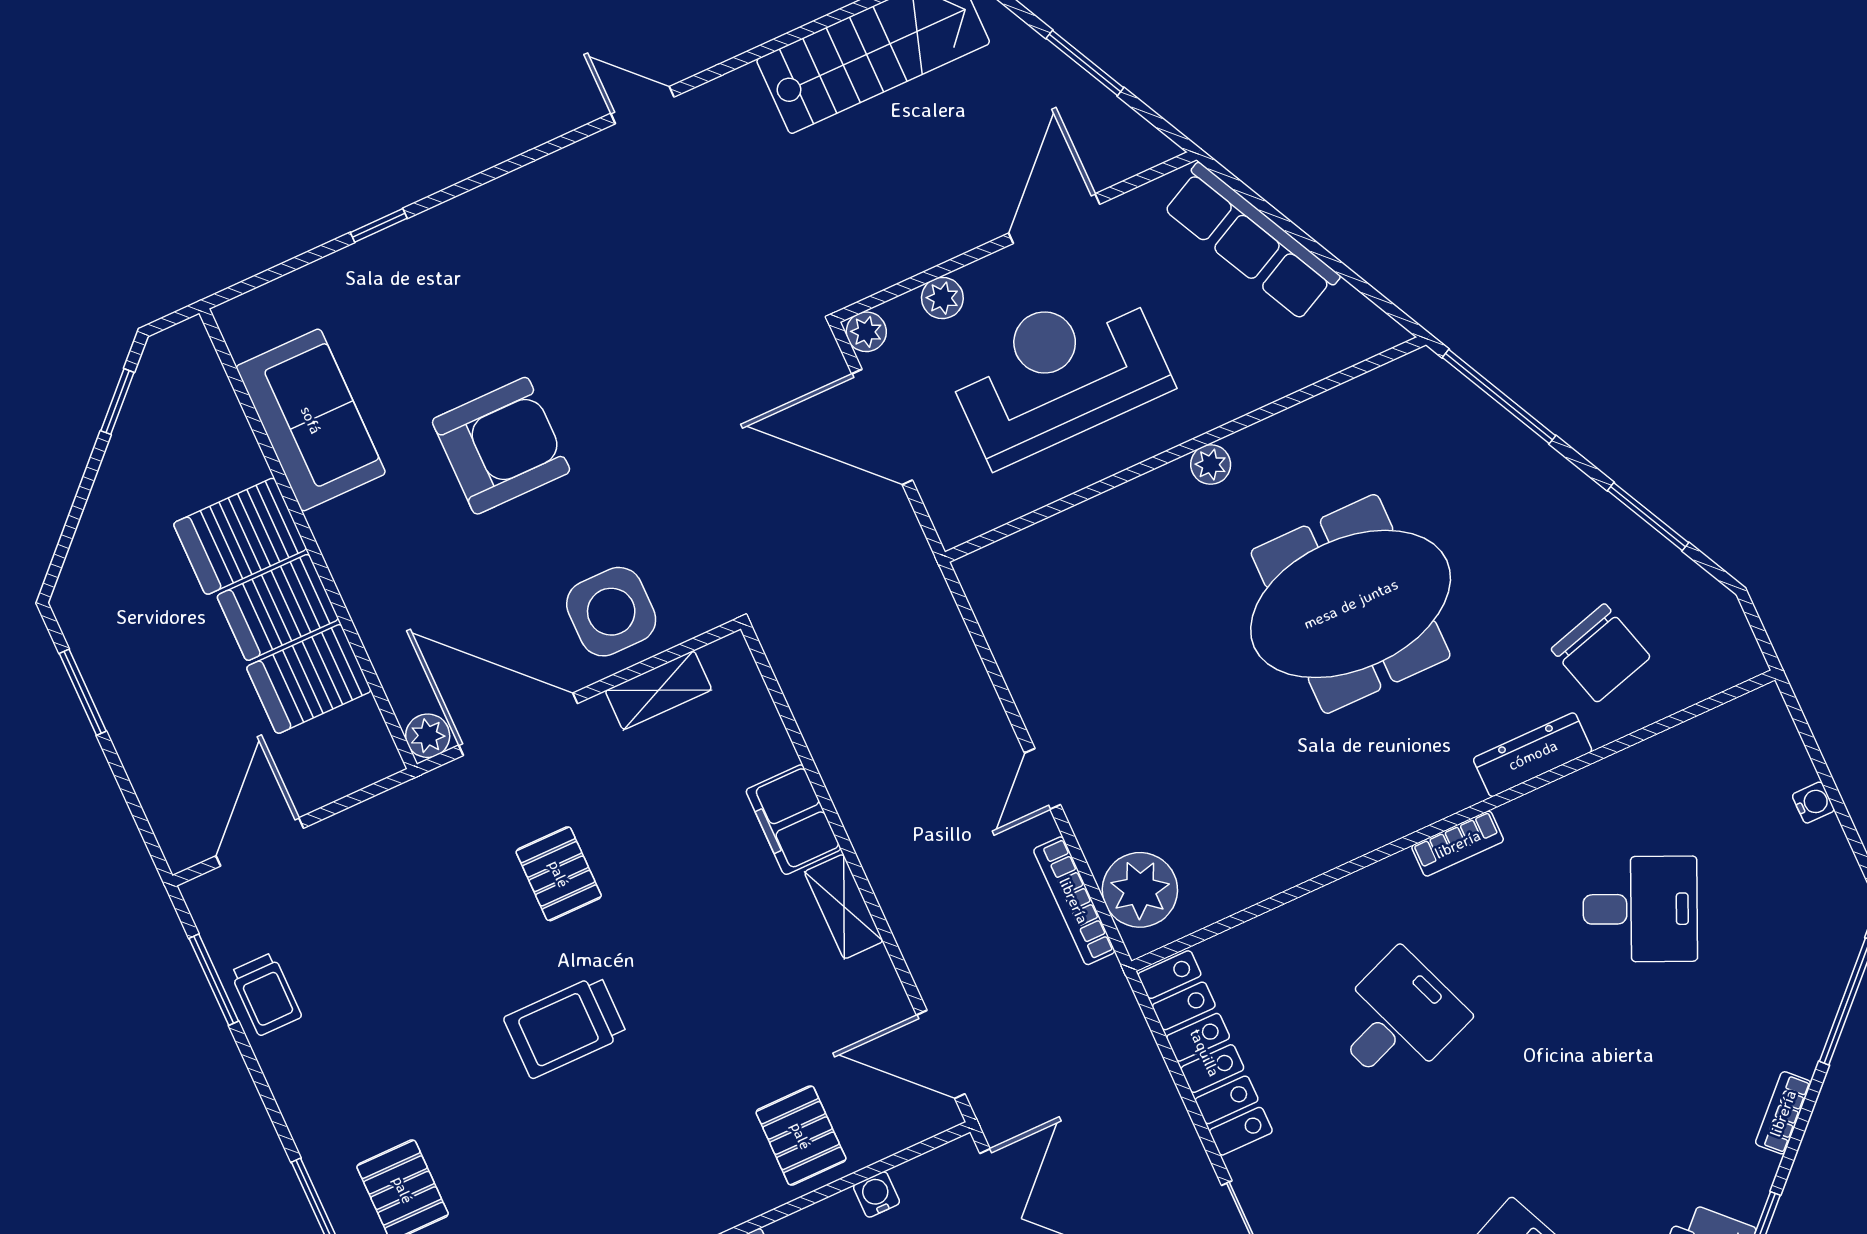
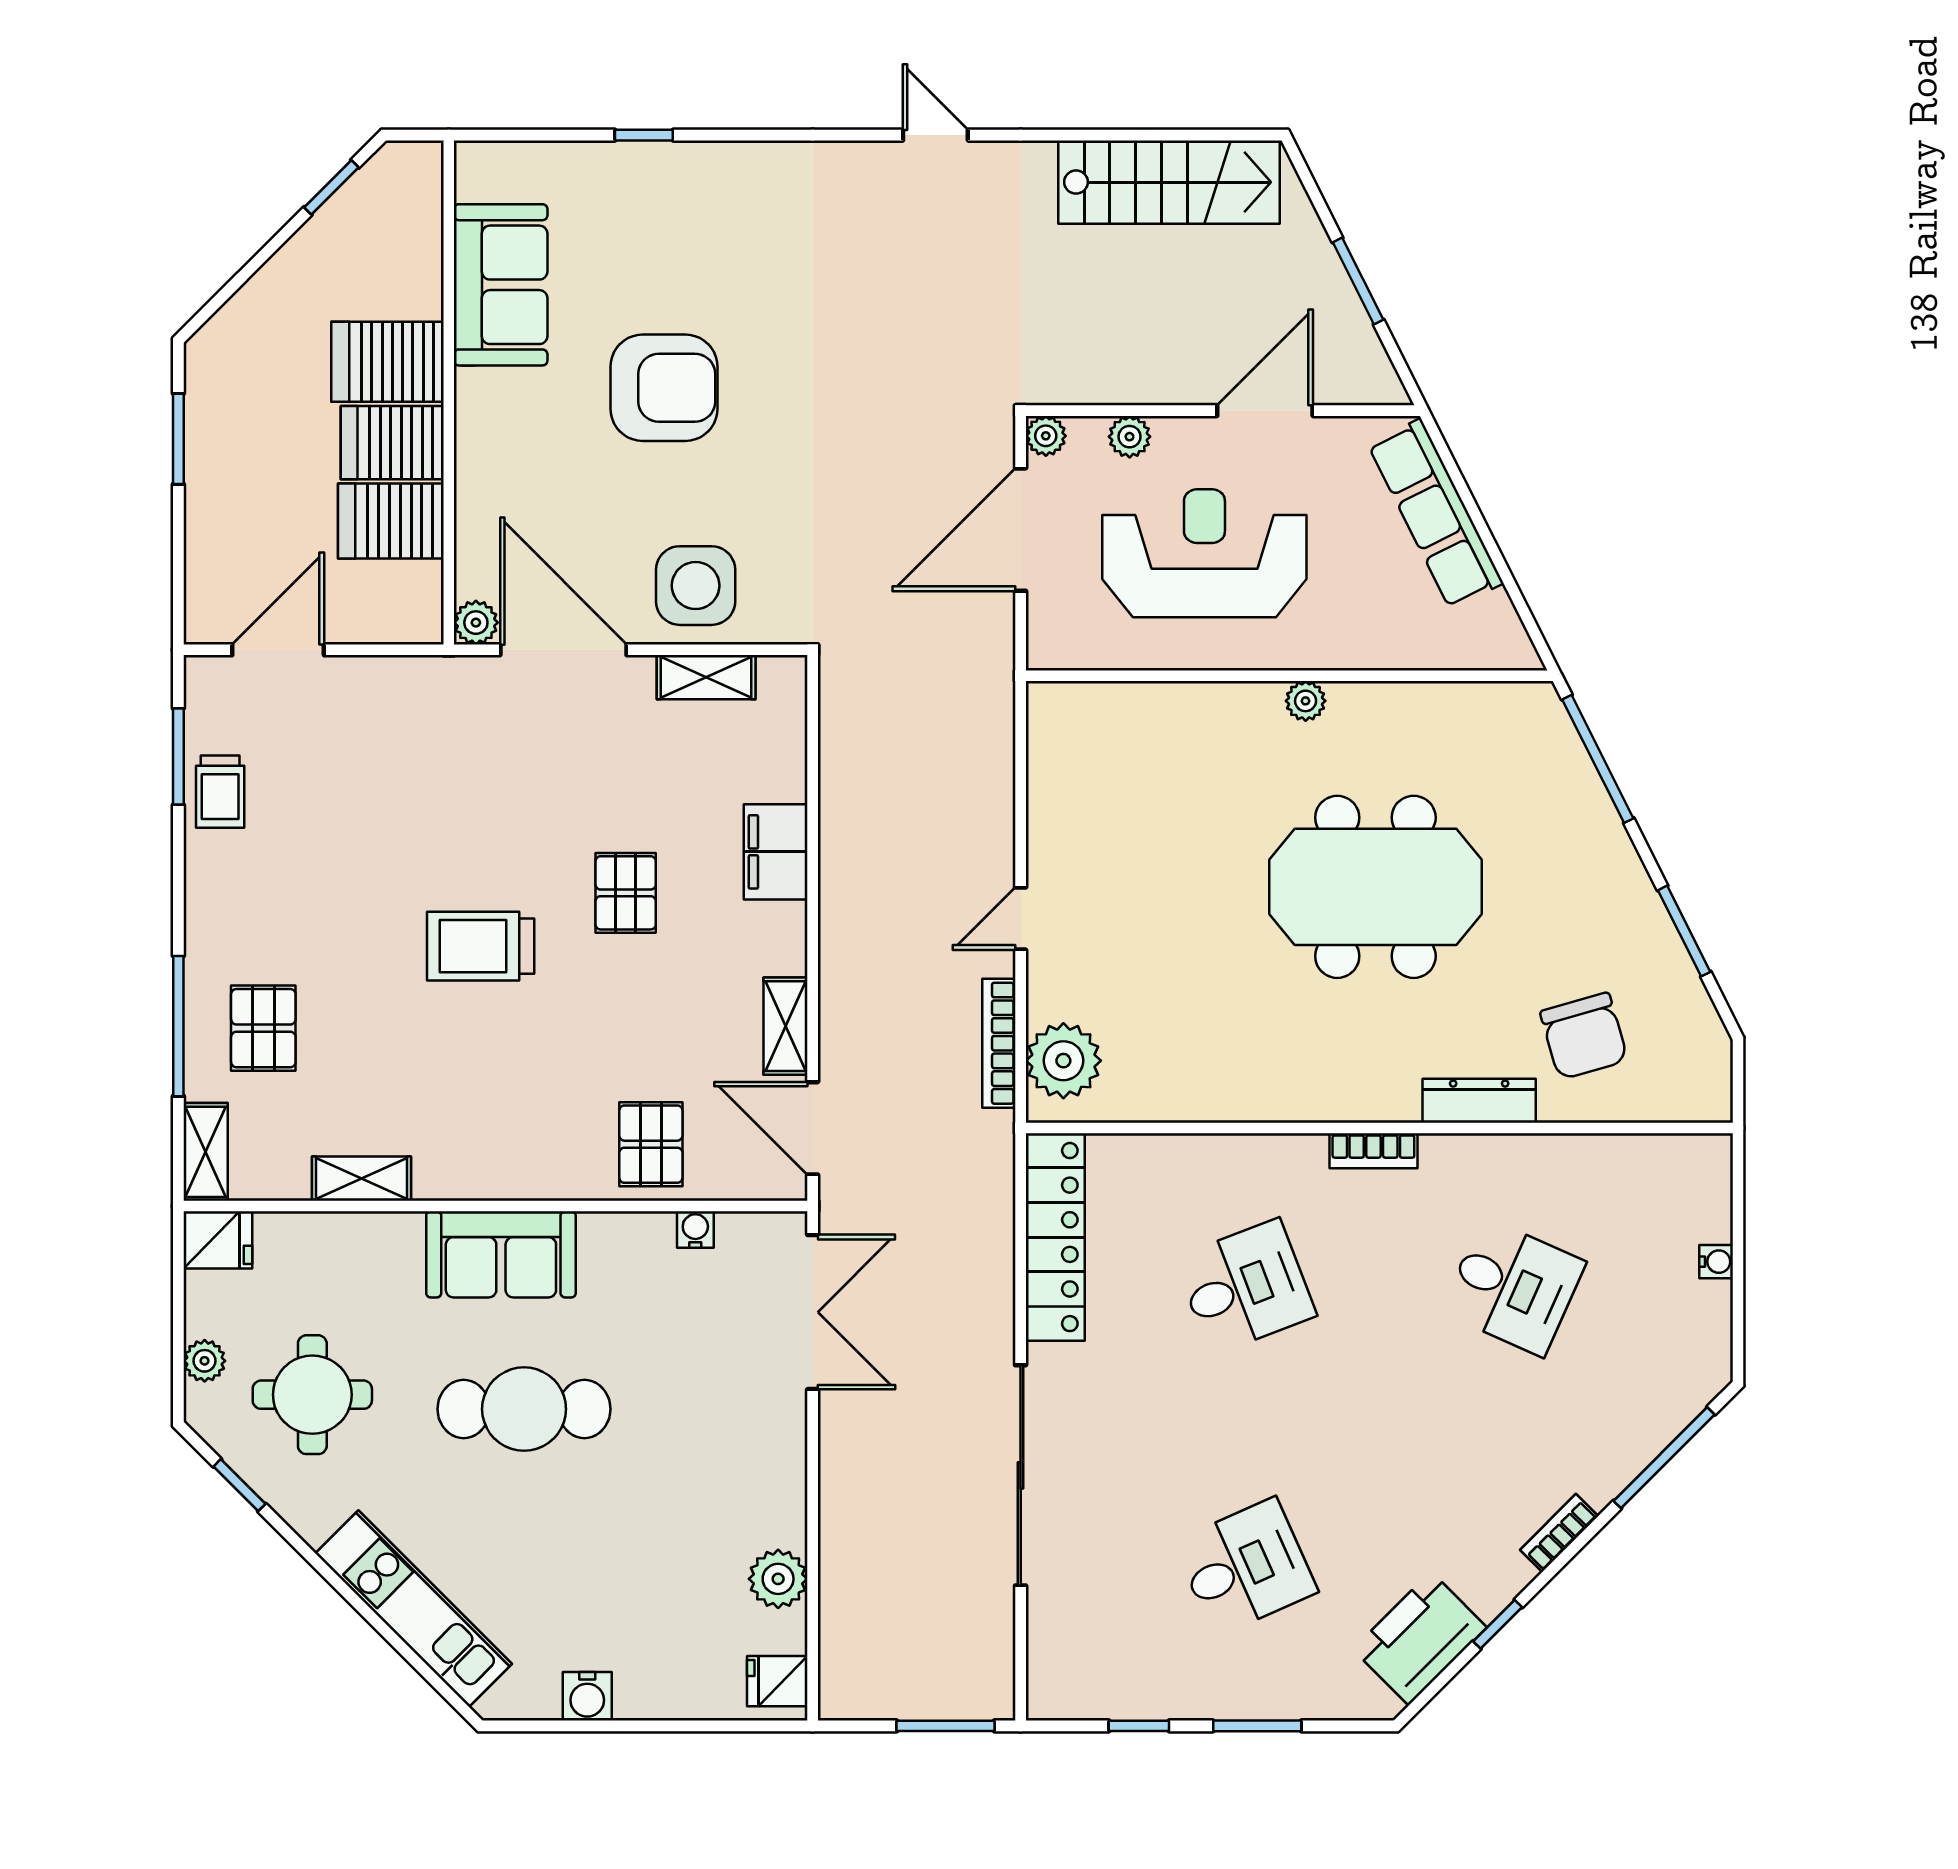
door: (882, 427) -> (1021, 530), hinge flipped
pallet: (559, 874) -> (626, 893), moved
shelving: (844, 907) -> (785, 1026), moved

